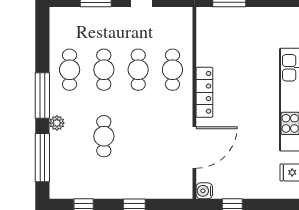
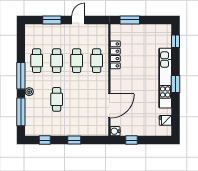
locker: (204, 92) -> (115, 55), moved

